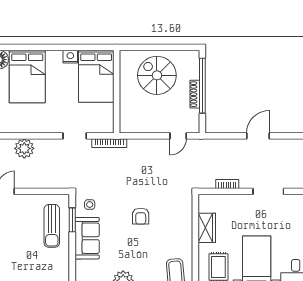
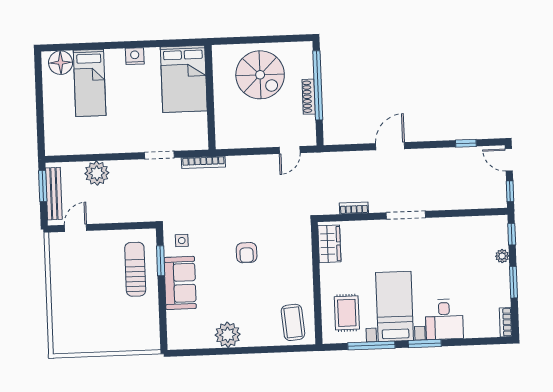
nightstand: (70, 57) -> (135, 56), moved
spiral stairs: (157, 75) -> (260, 75), turned 180
bed: (27, 77) -> (90, 83), width x0.67
sun lounger: (52, 226) -> (135, 269), turned 180
wardrobe: (207, 228) -> (329, 244), moved

